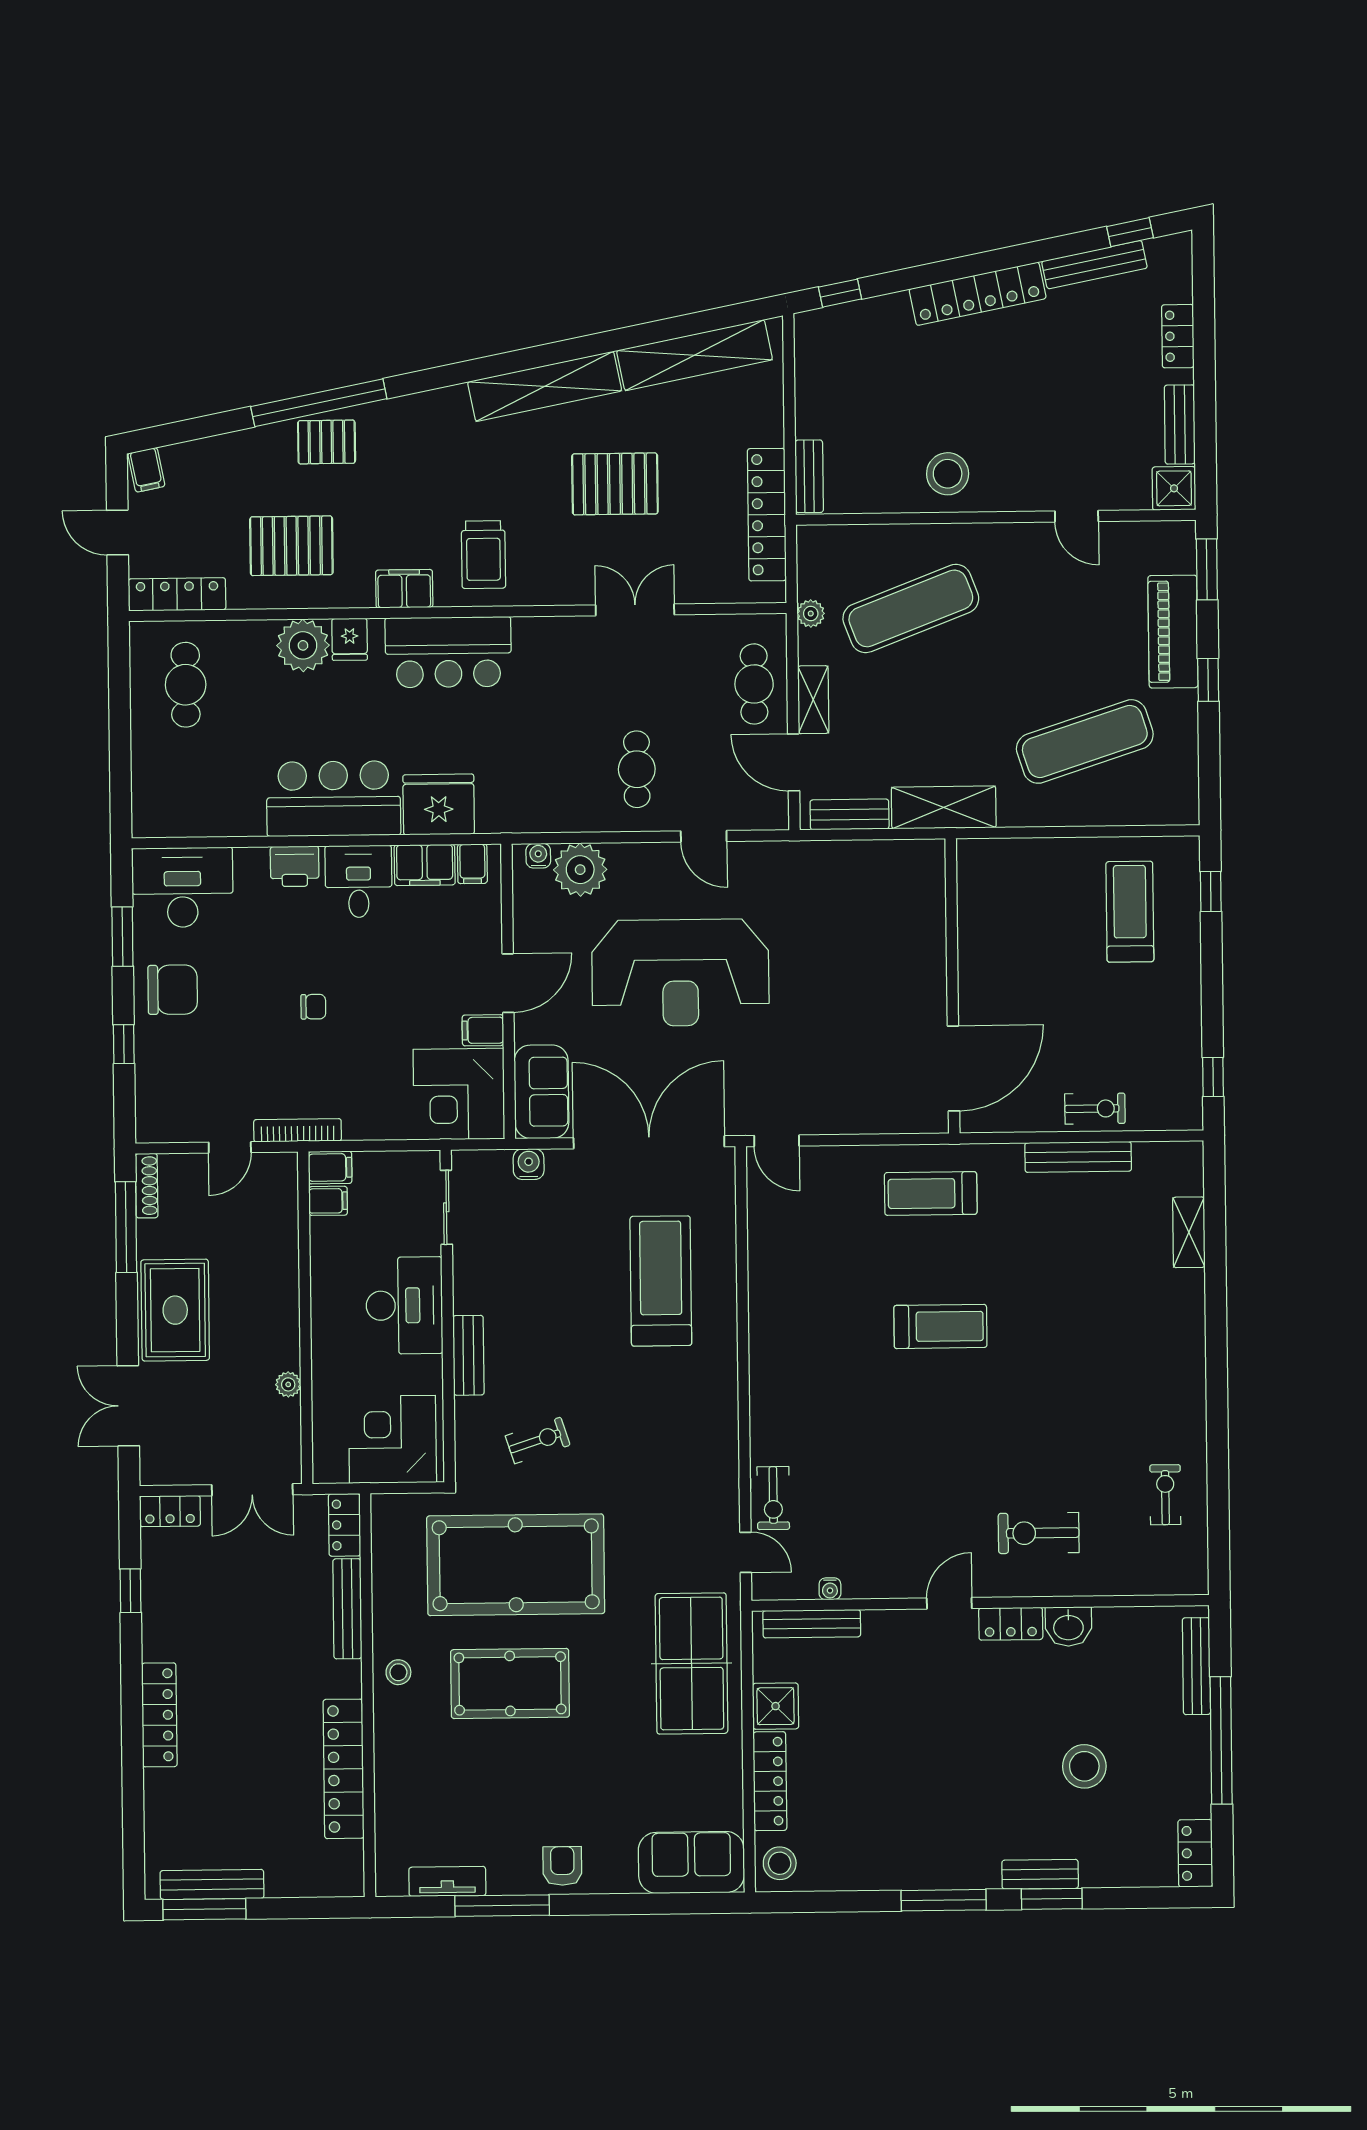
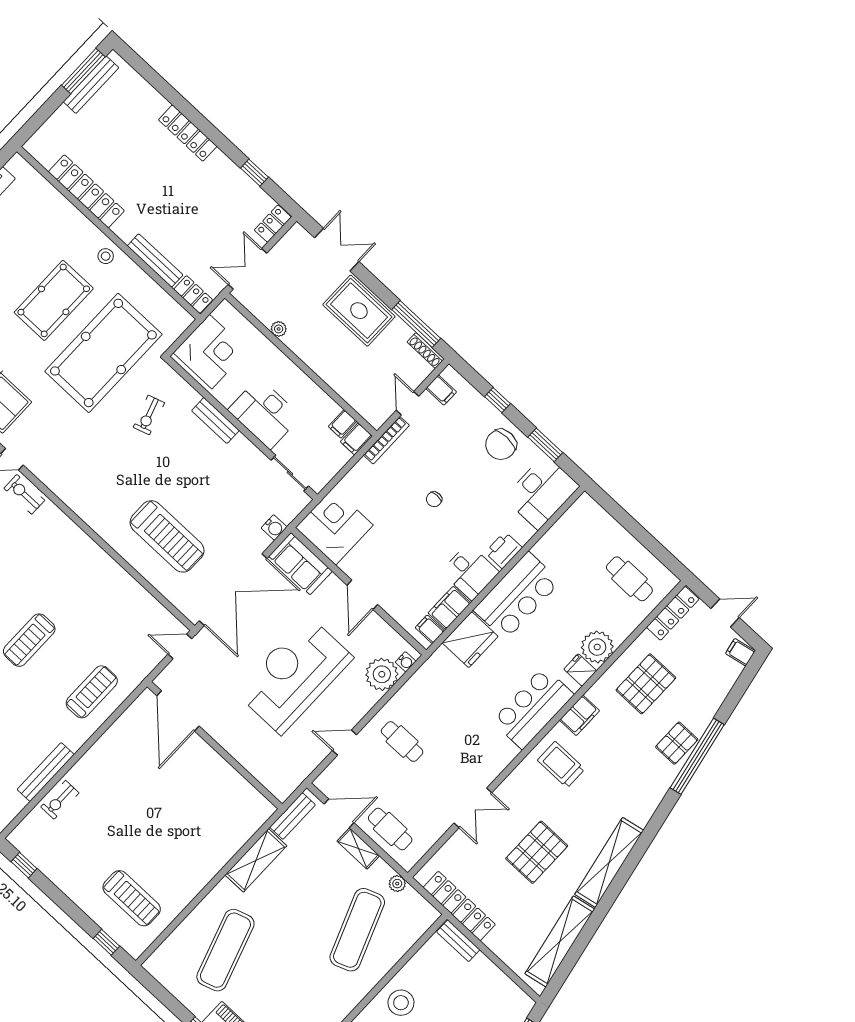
wall: (952, 986) -> (215, 745), moved
filing cabinet: (483, 1030) -> (441, 390), moved, turned 90
door: (953, 1068) -> (178, 711), moved

